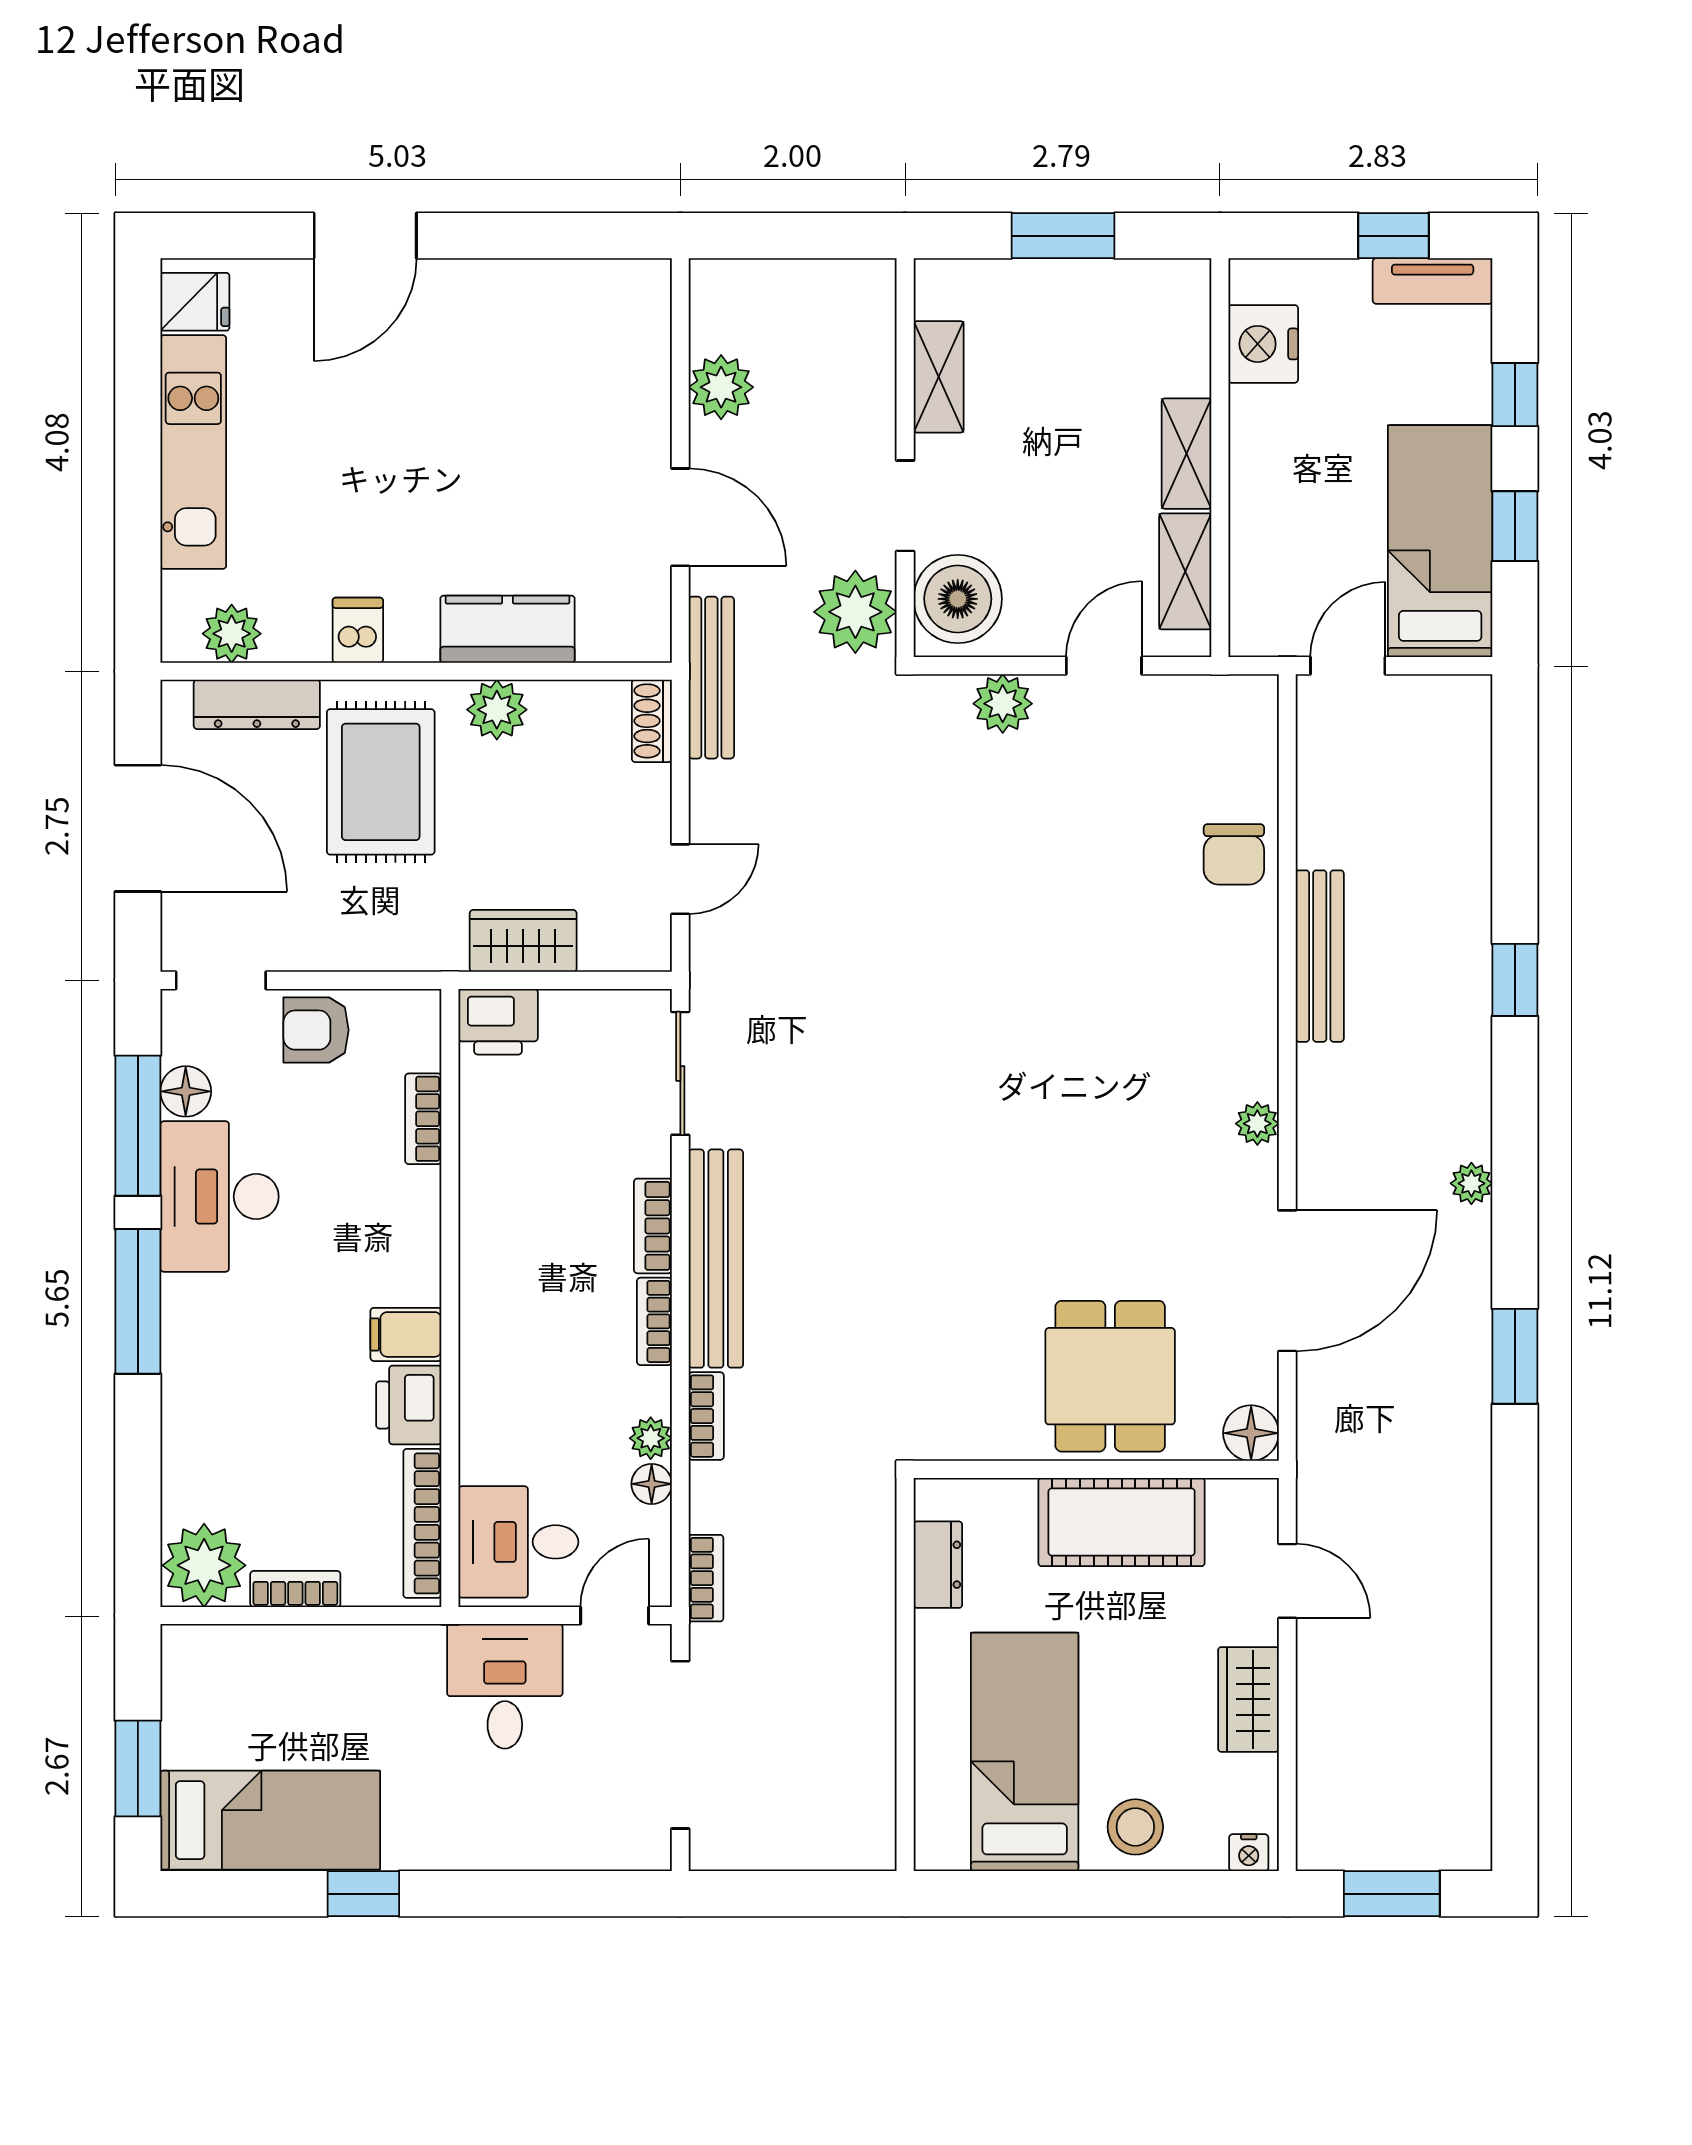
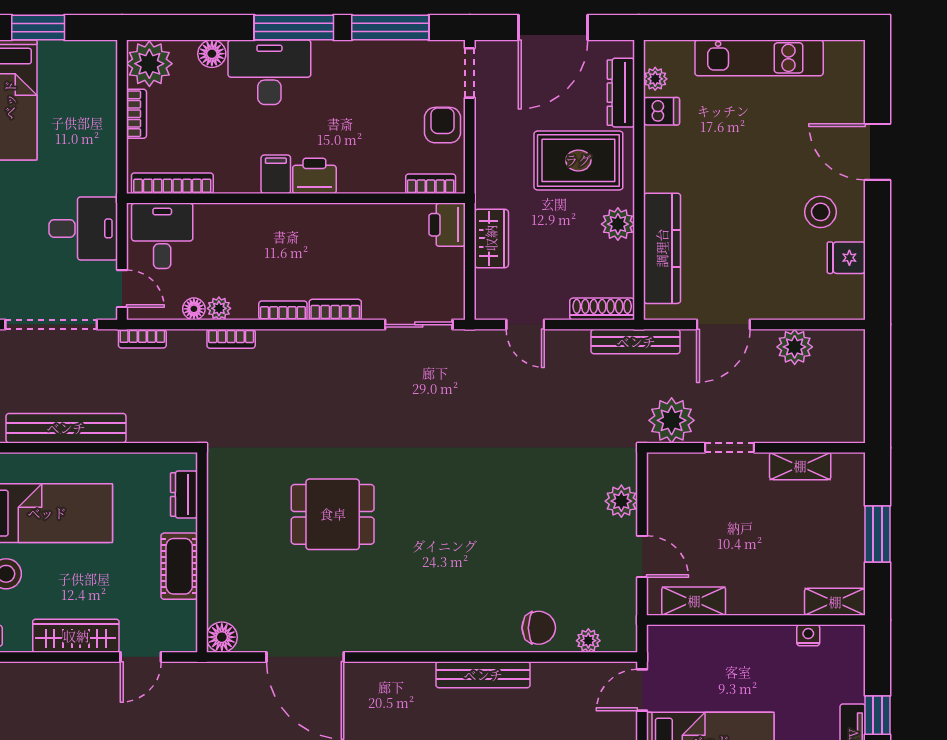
fridge: (195, 302) -> (846, 258), moved, turned 90
stool: (475, 340) -> (820, 212), added
nightstand: (1263, 344) -> (808, 635), width x0.53, depth x0.56
shelving: (1187, 454) -> (835, 602), moved
boiler: (958, 599) -> (679, 476), removed
kitchen counter: (507, 629) -> (662, 248), width x1.50
dishwasher: (358, 630) -> (661, 111), moved
plant: (232, 634) -> (655, 79), width x0.73, depth x0.73
door: (1348, 666) -> (642, 690), swing flipped
shoe rack: (652, 721) -> (602, 309), width x1.43
chair: (1234, 854) -> (539, 628), turned 180
floor lamp: (186, 1091) -> (212, 54), moved
bookcase: (423, 1119) -> (431, 184), moved
plant: (1257, 1124) -> (588, 641), moved
desk: (220, 1197) -> (269, 72), moved
bench: (716, 1259) -> (66, 428), moved
dining table: (1110, 1376) -> (333, 514), moved
printer: (409, 1405) -> (314, 176), moved
cot: (1122, 1522) -> (179, 566), width x0.73, depth x0.75
dresser: (938, 1565) -> (184, 495), moved, turned 90
wardrobe: (1248, 1699) -> (76, 636), width x1.50

